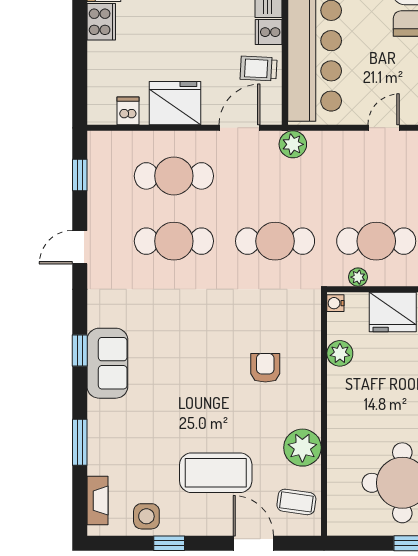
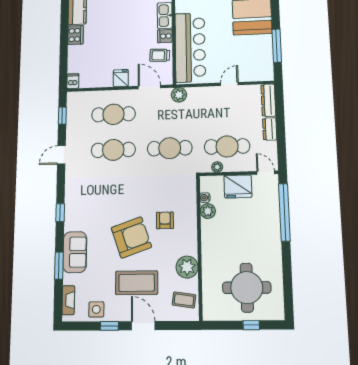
fridge: (175, 103) -> (121, 78), width x0.53, depth x0.75
dishwasher: (128, 111) -> (73, 81), moved
door: (239, 128) -> (149, 87), hinge flipped
water cooler: (335, 303) -> (205, 198), moved
sofa: (107, 363) -> (75, 252), moved
armchair: (207, 396) -> (131, 237), added
door: (253, 543) -> (143, 326), moved

